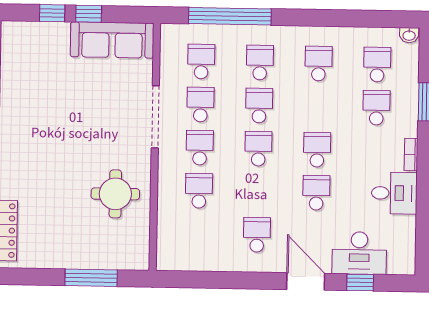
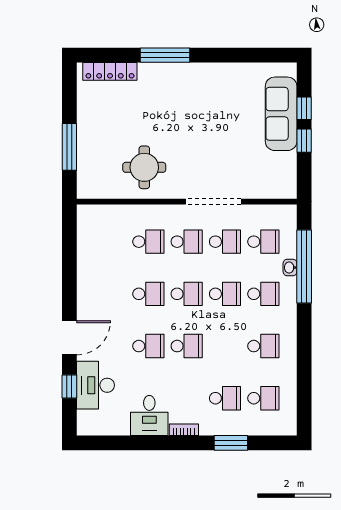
washbasin: (409, 35) -> (290, 268), moved
sofa: (112, 40) -> (281, 114), moved
school desk: (257, 235) -> (148, 294), moved

